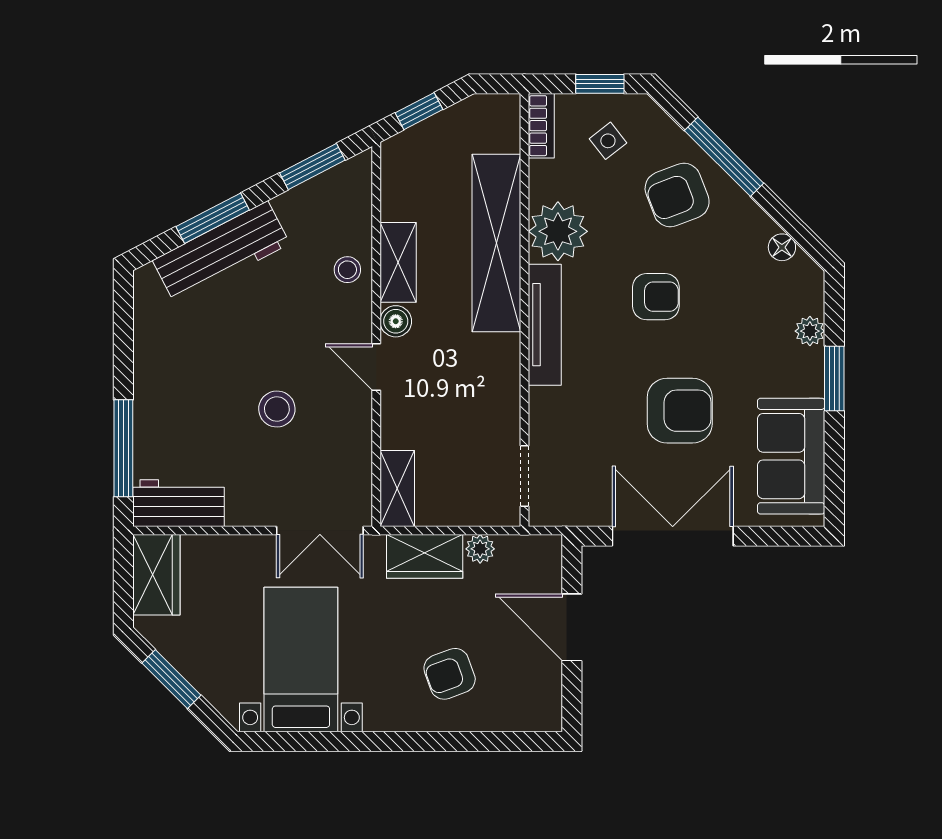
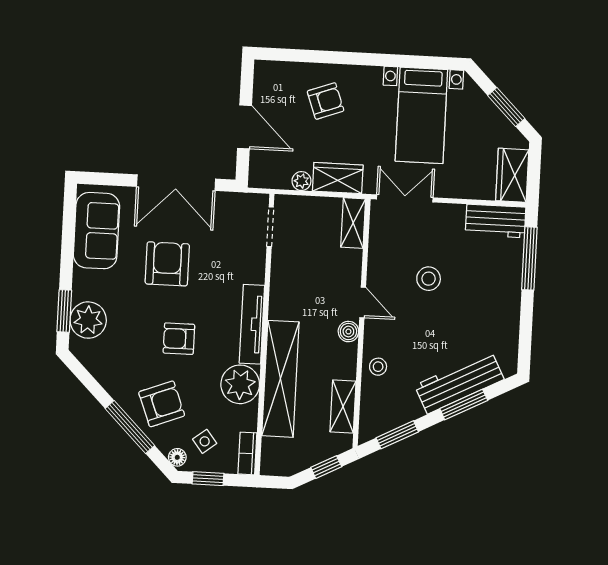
floor lamp: (782, 247) -> (177, 457), moved
shelving: (398, 262) -> (343, 407), moved
plant: (810, 331) -> (88, 320), width x1.88, depth x1.88
window: (834, 378) -> (64, 311), moved
armchair: (680, 411) -> (167, 264), turned 90

